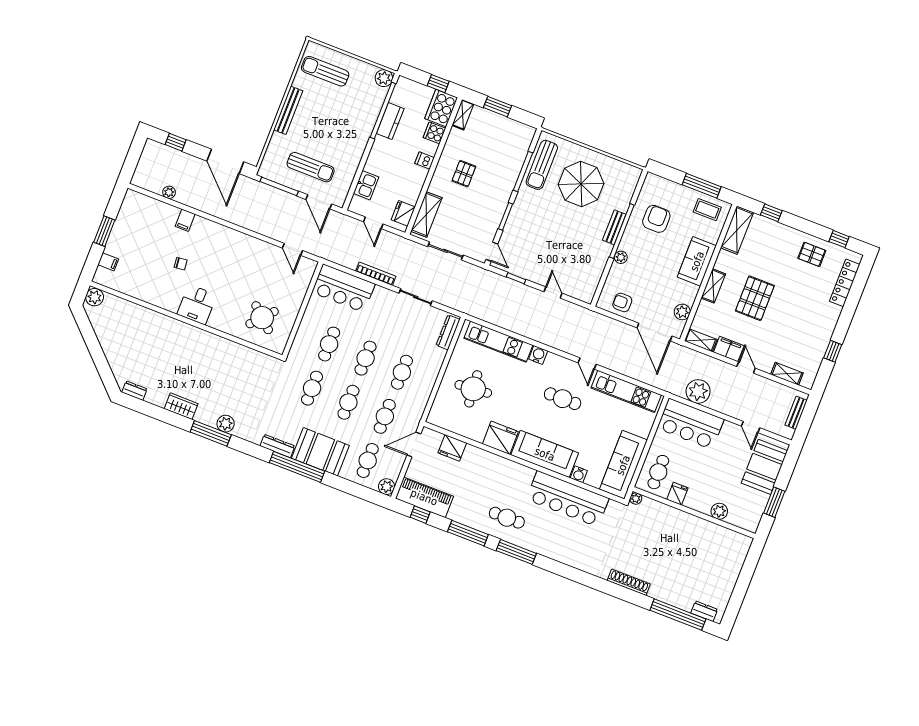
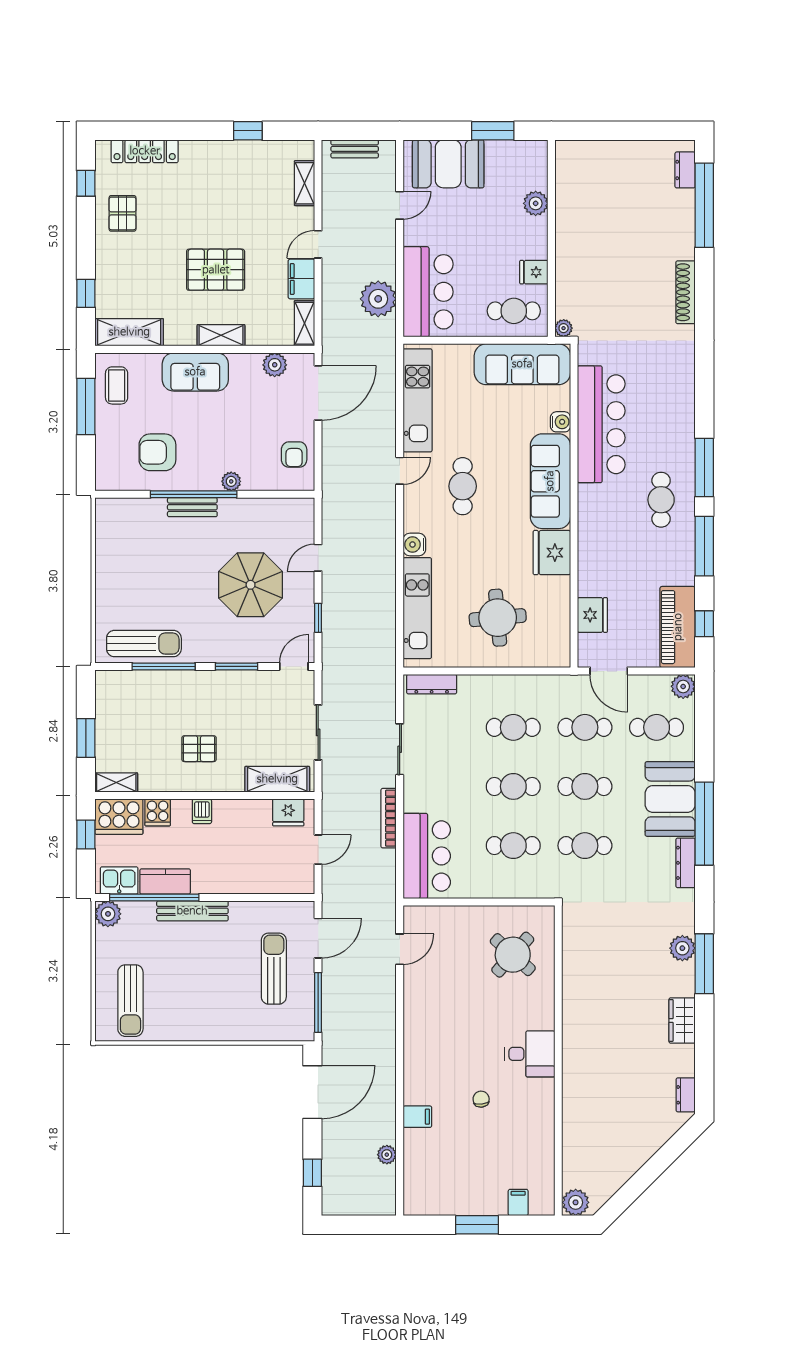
bench: (288, 110) -> (192, 911), moved
parasol: (581, 184) -> (251, 585), moved
kitchen sink: (366, 185) -> (119, 880), moved

